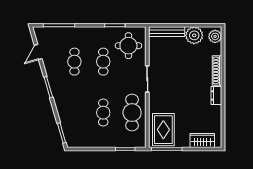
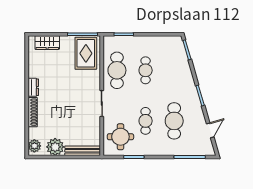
cafe table: (74, 62) -> (174, 121), width x1.37, depth x1.35

